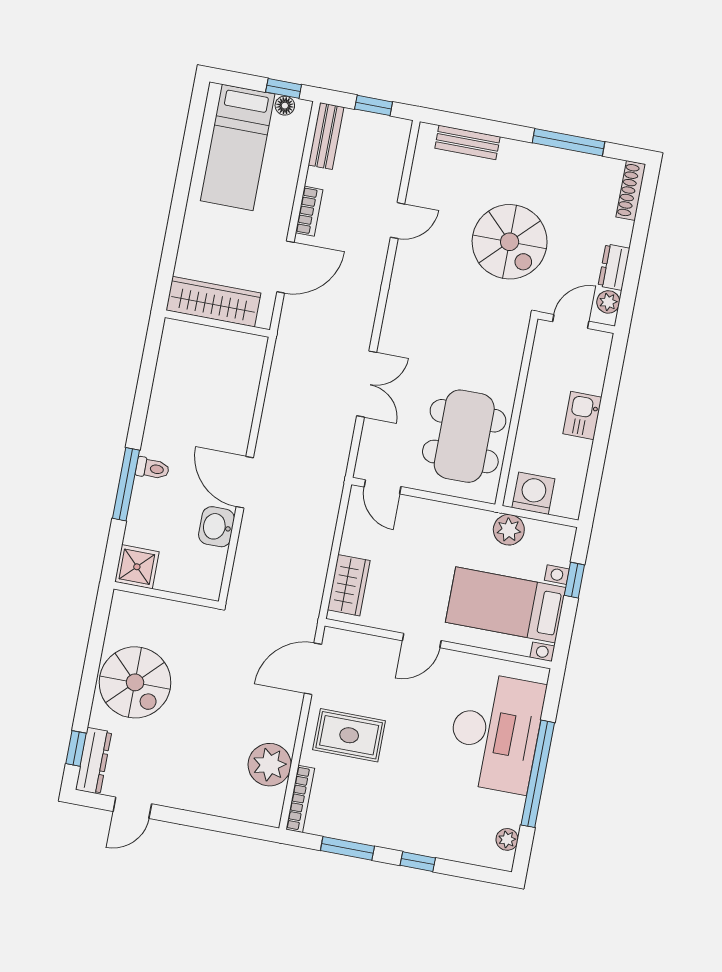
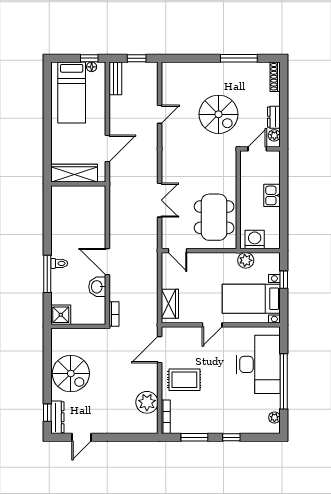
bench: (467, 142) -> (188, 68), removed
bookcase: (309, 211) -> (114, 314), moved

